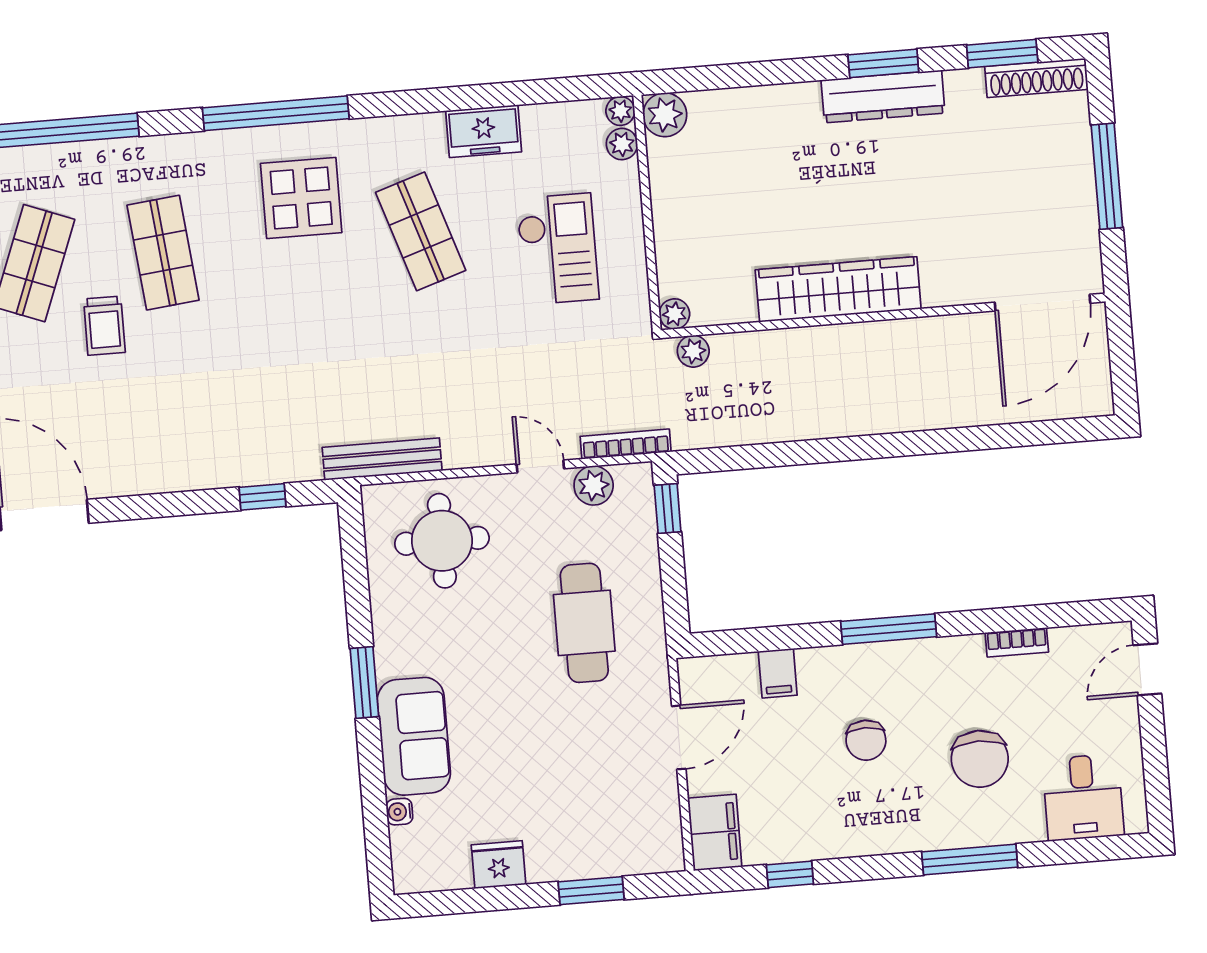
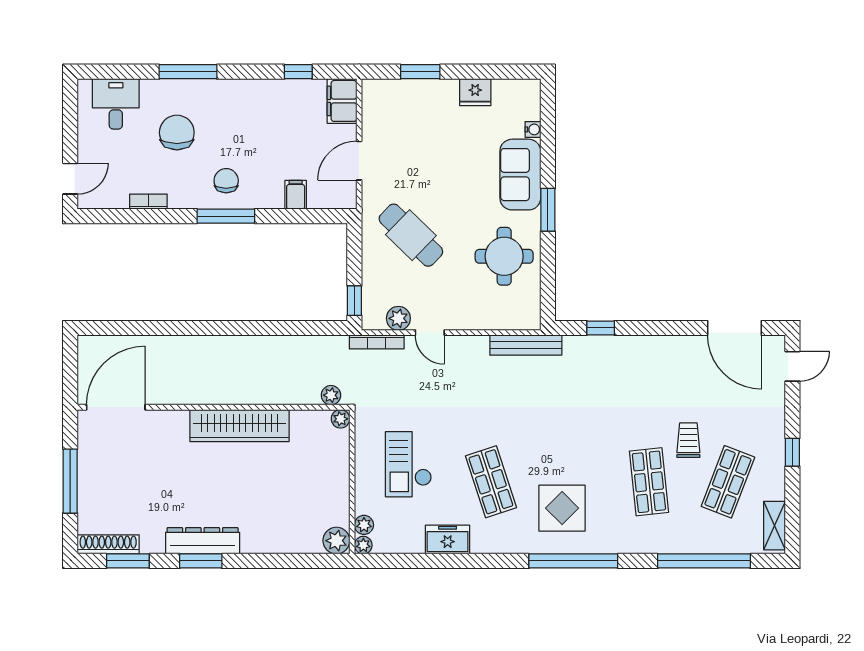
round table: (442, 541) -> (504, 256), moved
cafe table: (584, 623) -> (411, 235), turned -46
chair: (866, 740) -> (226, 181), moved

